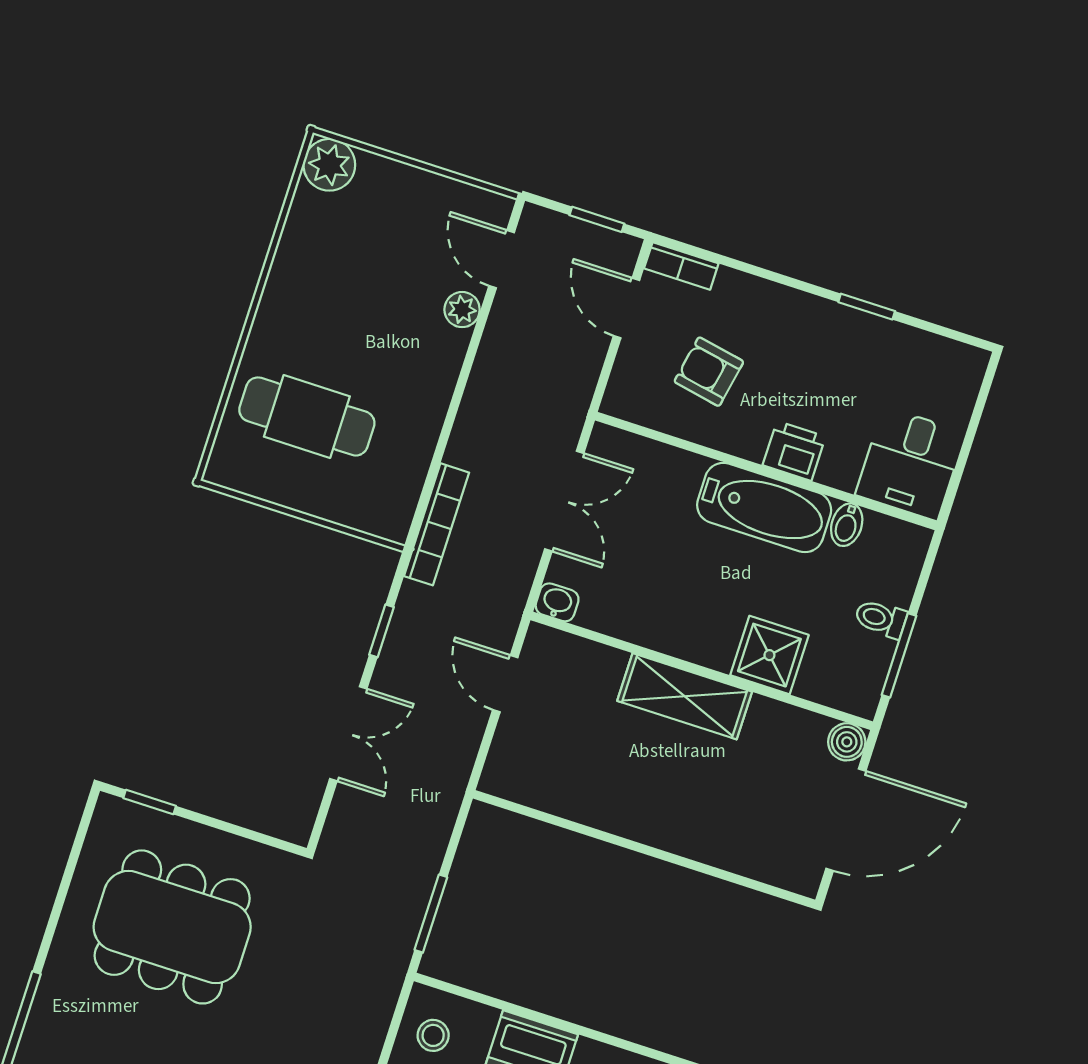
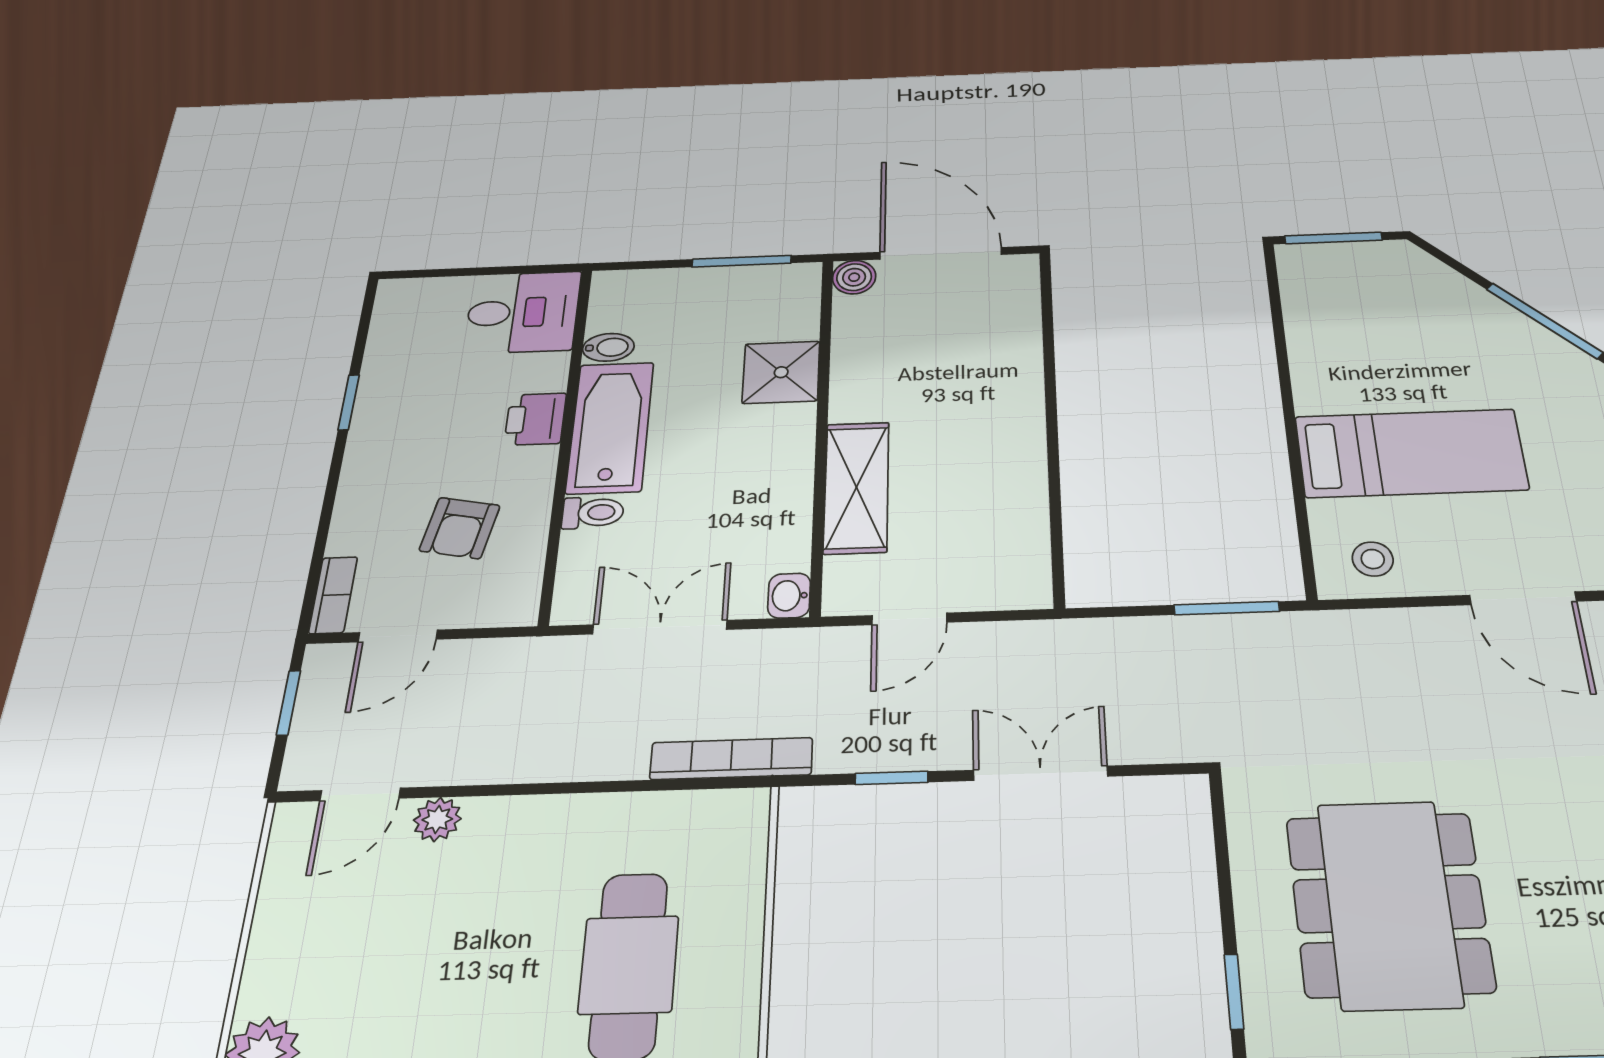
toilet: (881, 619) -> (593, 513), moved, turned -90
shelving: (685, 696) -> (856, 487), moved

